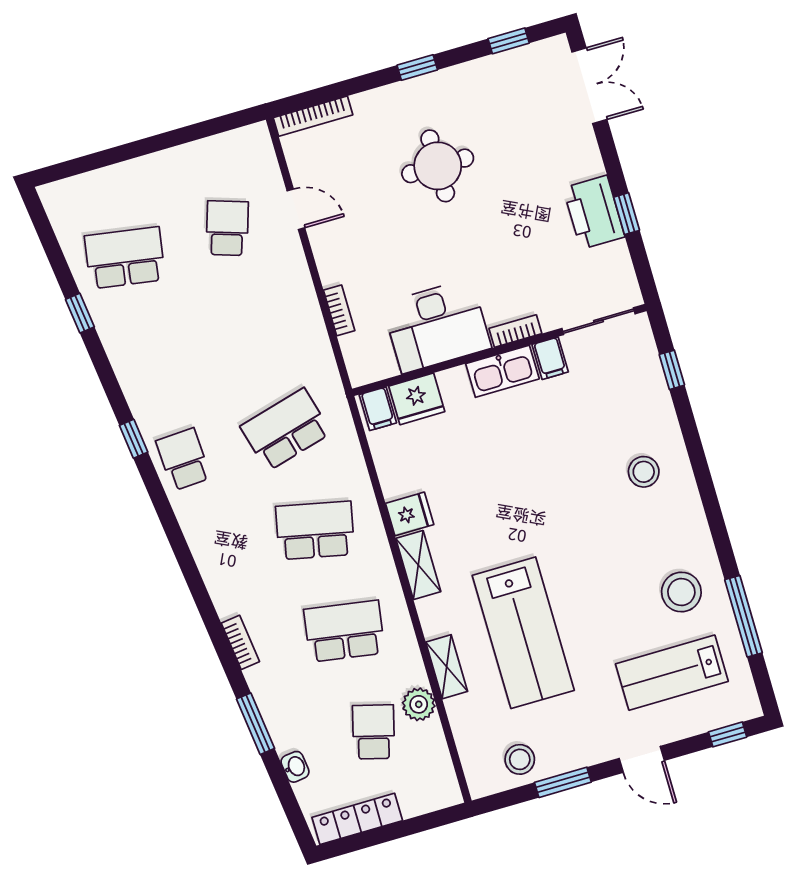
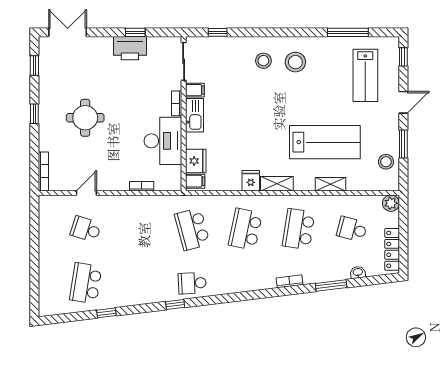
stool: (681, 592) -> (295, 62), moved
plant: (419, 704) -> (391, 203), moved

